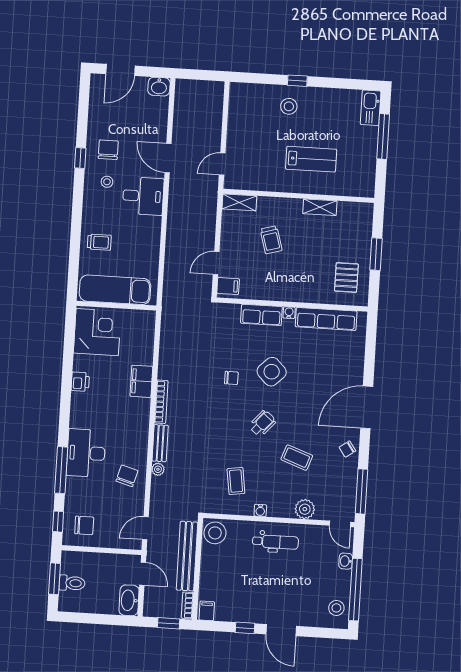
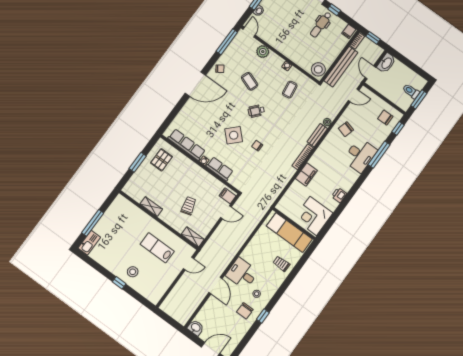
lab bench: (311, 159) -> (157, 248), moved
dental chair: (275, 542) -> (321, 25), moved, turned -90

